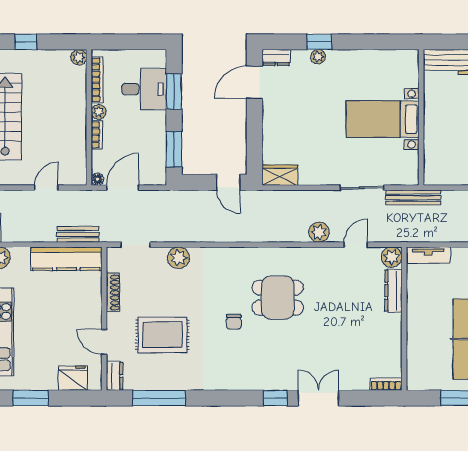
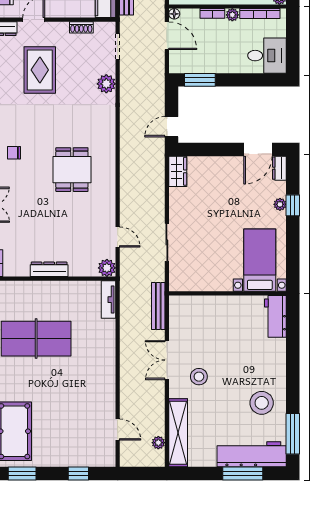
door: (255, 82) -> (258, 149), swing flipped
desk: (144, 89) -> (267, 56), moved, turned -90
window: (174, 91) -> (250, 80), removed
bed with nightstands: (383, 119) -> (260, 260), moved
bench: (413, 198) -> (158, 306), moved
plant: (319, 232) -> (128, 205), removed
dresser: (393, 291) -> (49, 269), moved
shoe rack: (113, 293) -> (81, 27), width x0.70
chair: (234, 322) -> (14, 153), moved

